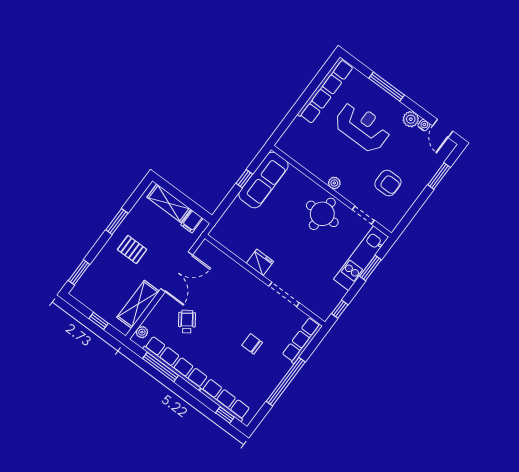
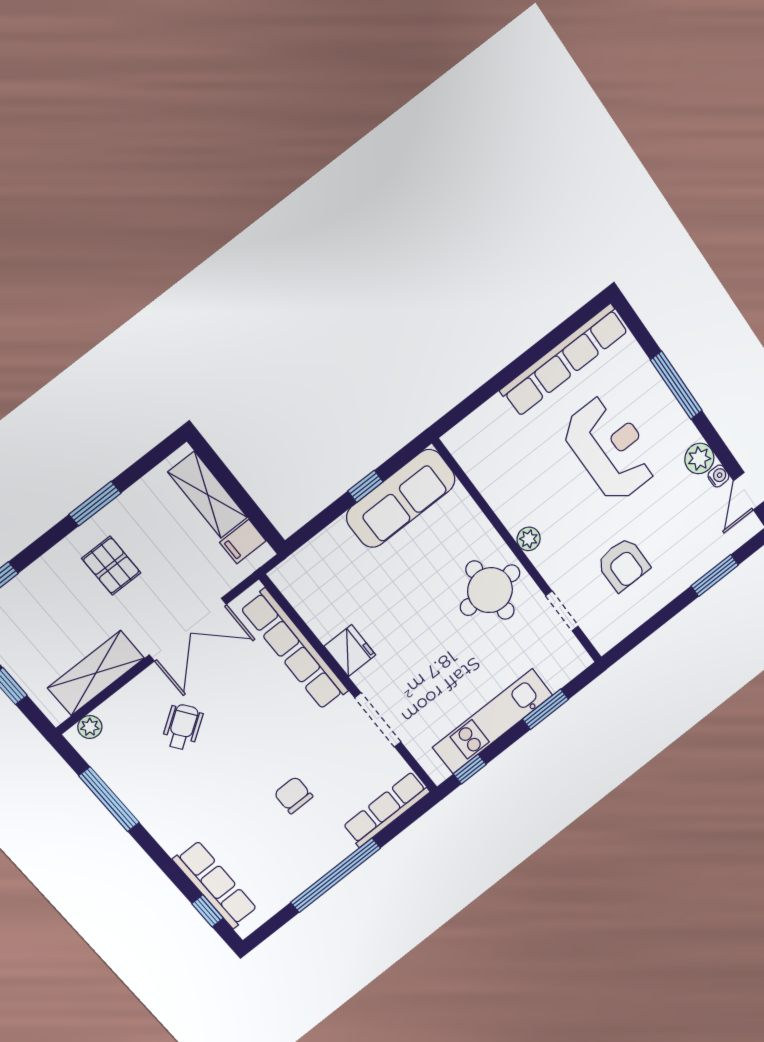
kitchen unit: (361, 258) -> (493, 721), moved
row of seats: (175, 363) -> (295, 650), moved, turned 180

